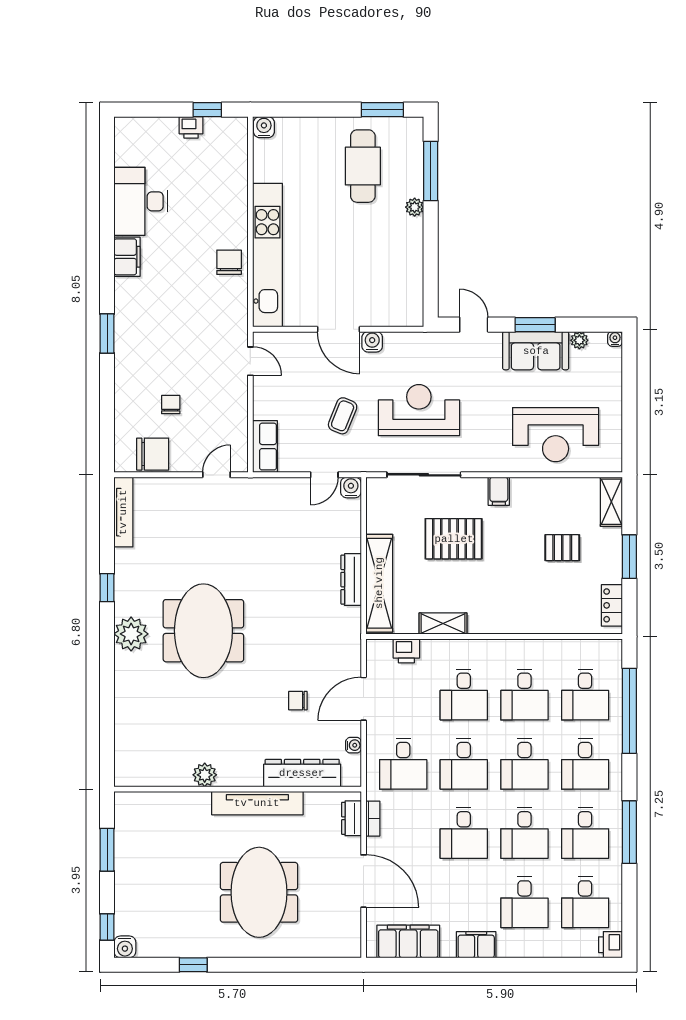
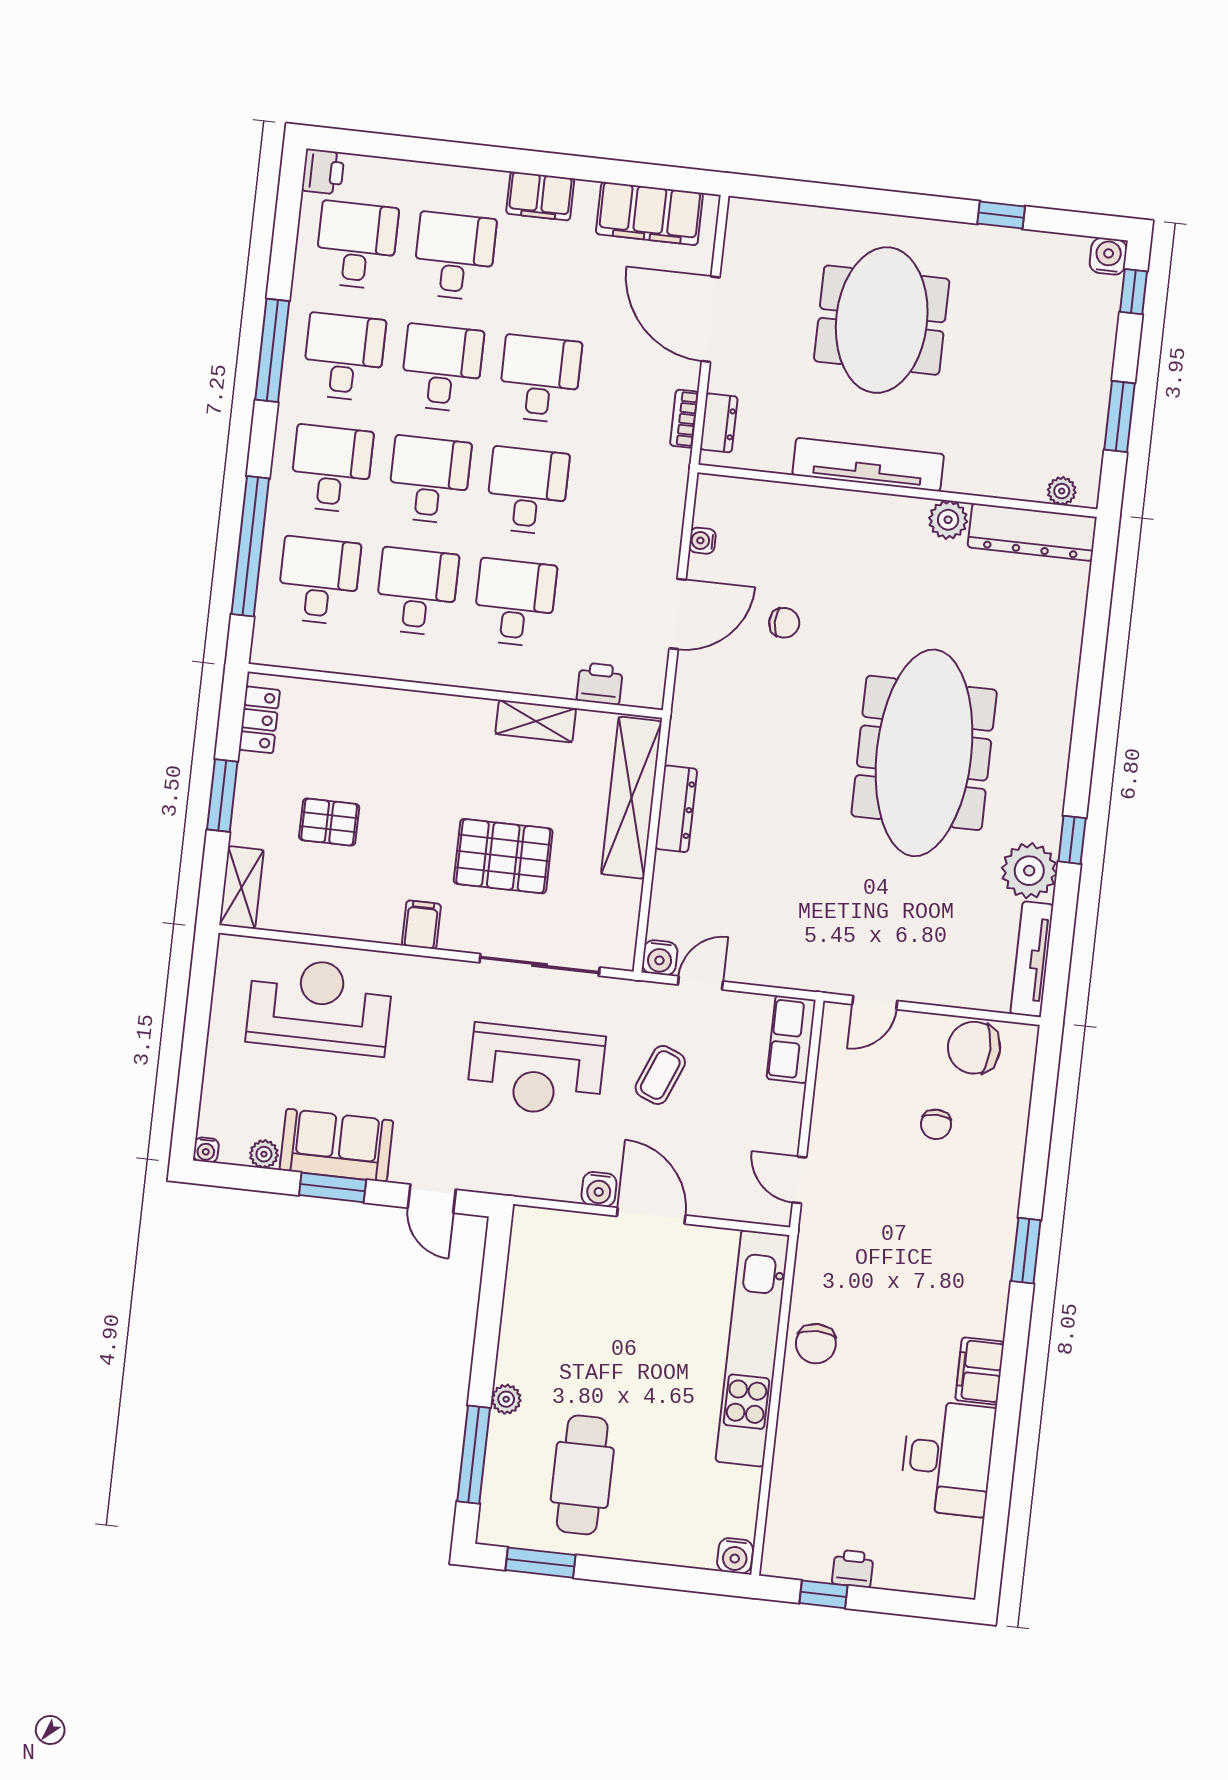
meeting table: (203, 631) -> (924, 753), width x1.36
plant: (131, 634) -> (1029, 871), moved
desk: (403, 764) -> (625, 502), removed
dresser: (302, 773) -> (1032, 532), moved
plant: (137, 800) -> (1062, 491), added

